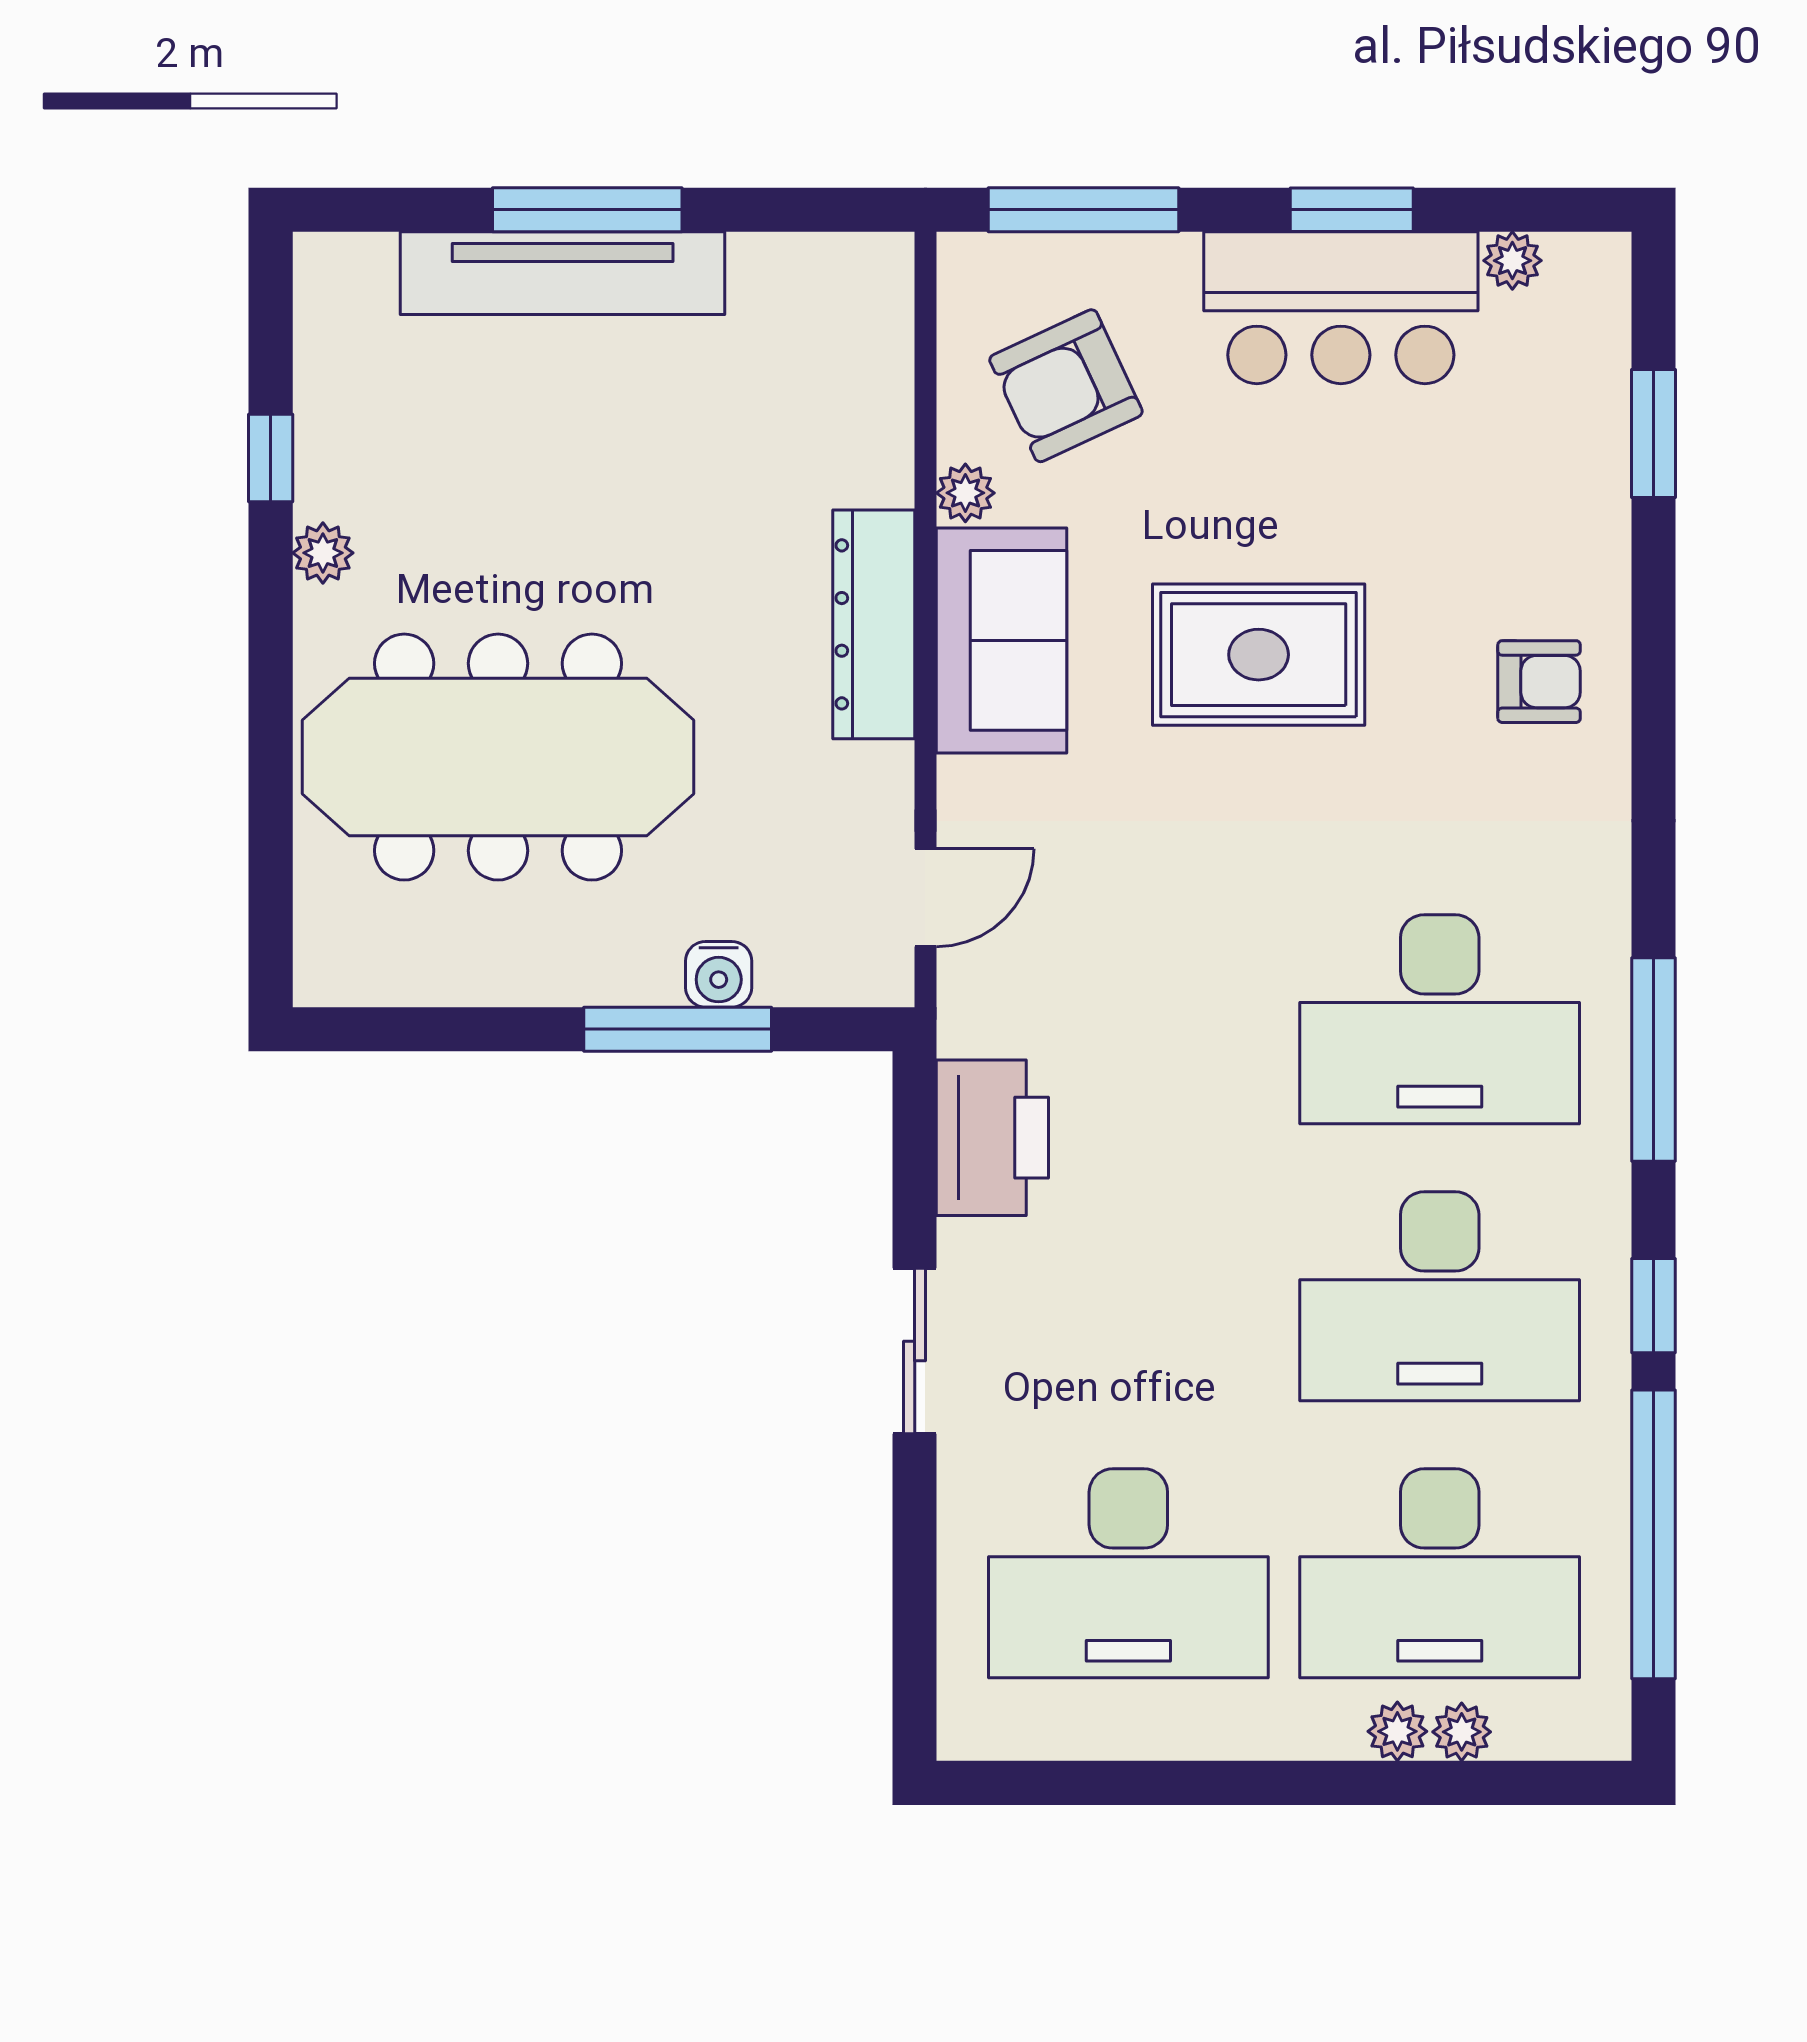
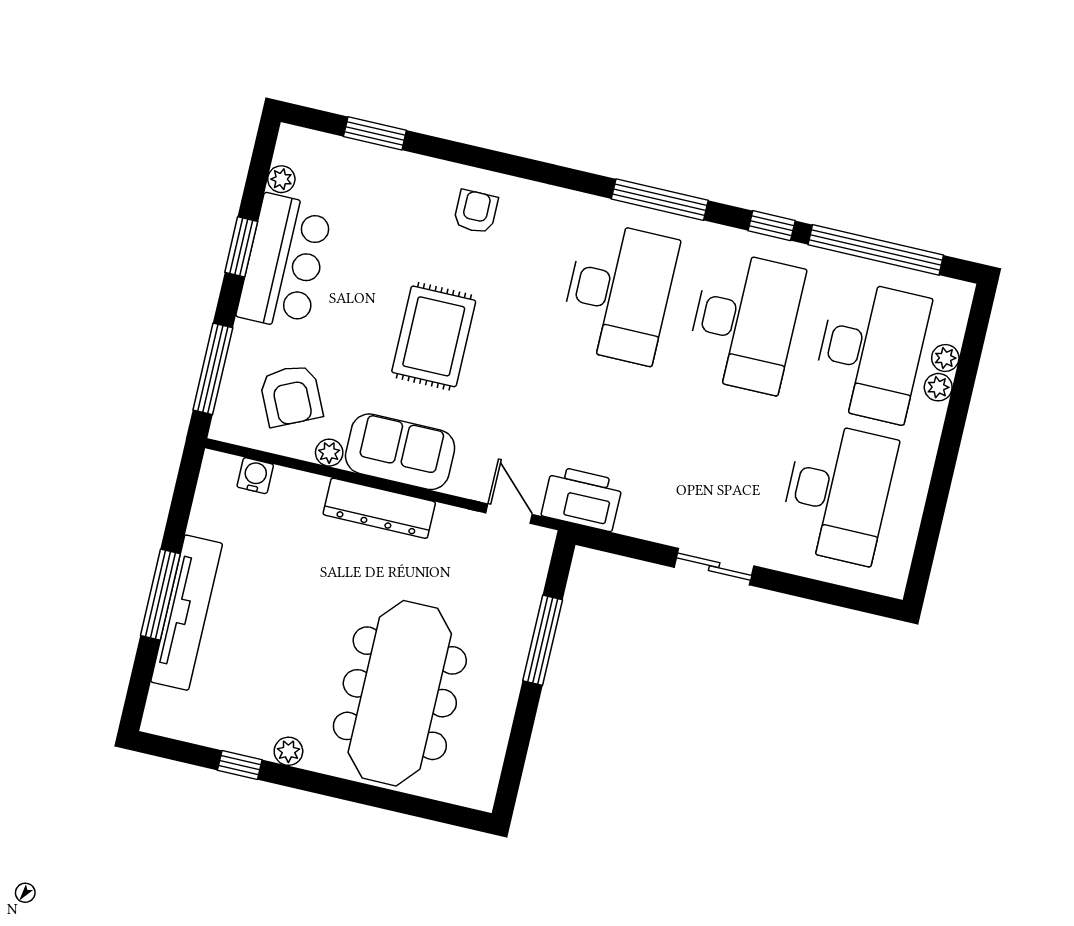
water cooler: (719, 974) -> (255, 476), moved, turned -90
printer: (992, 1138) -> (582, 499), moved

